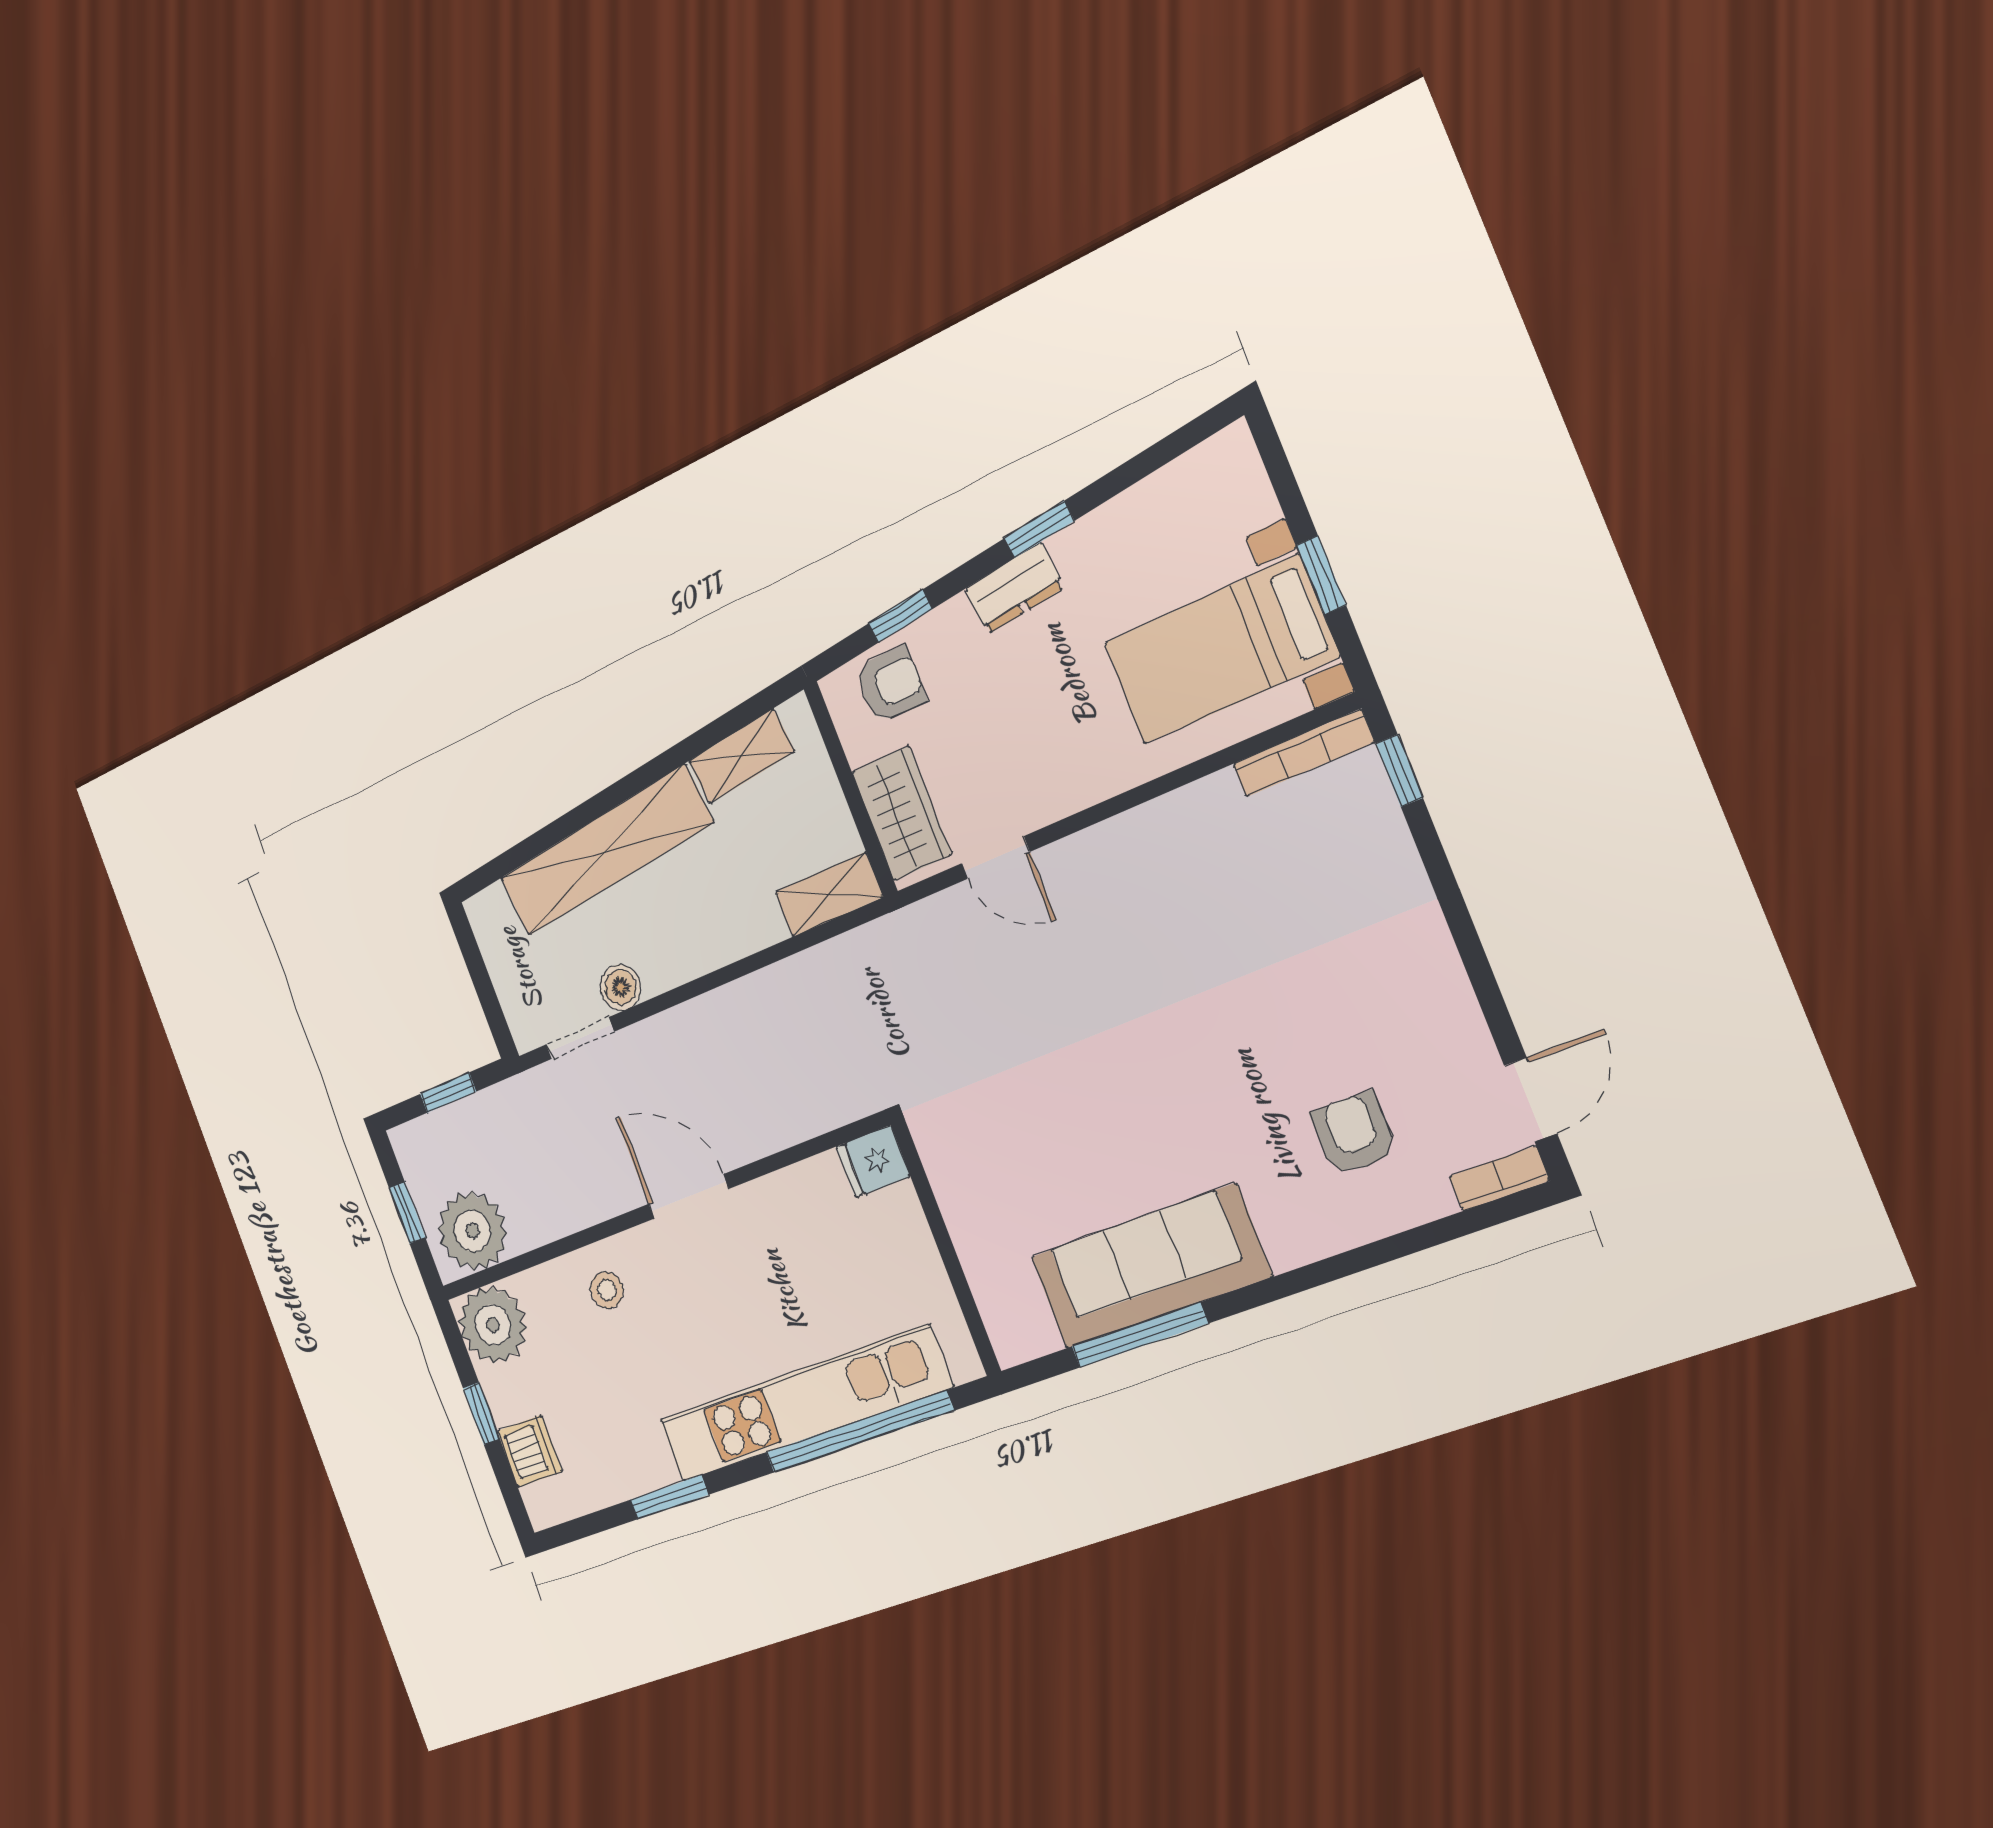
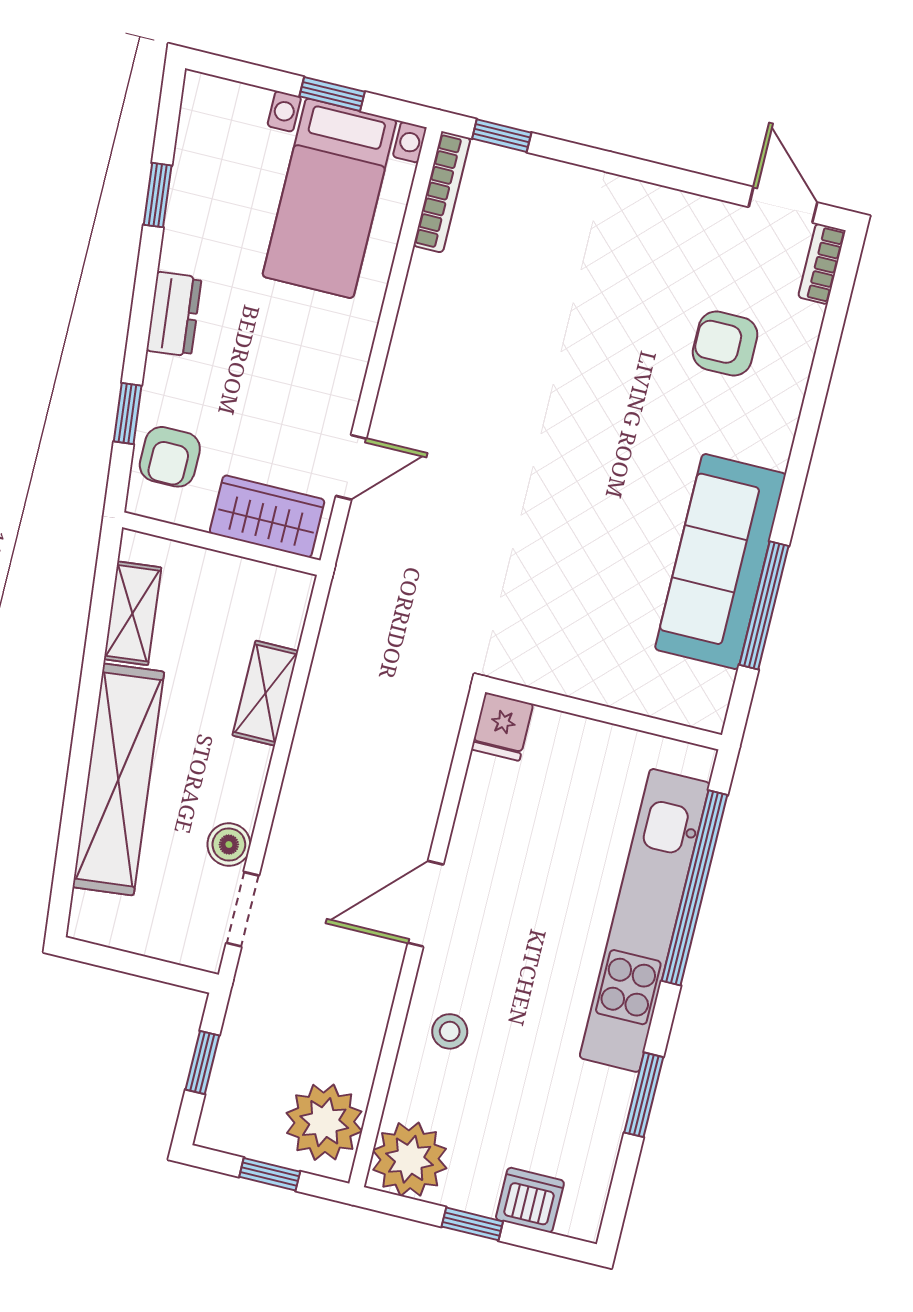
window: (1039, 529) -> (158, 195), moved
armchair: (890, 685) -> (170, 457), turned 180
shelving: (829, 894) -> (265, 693), moved

